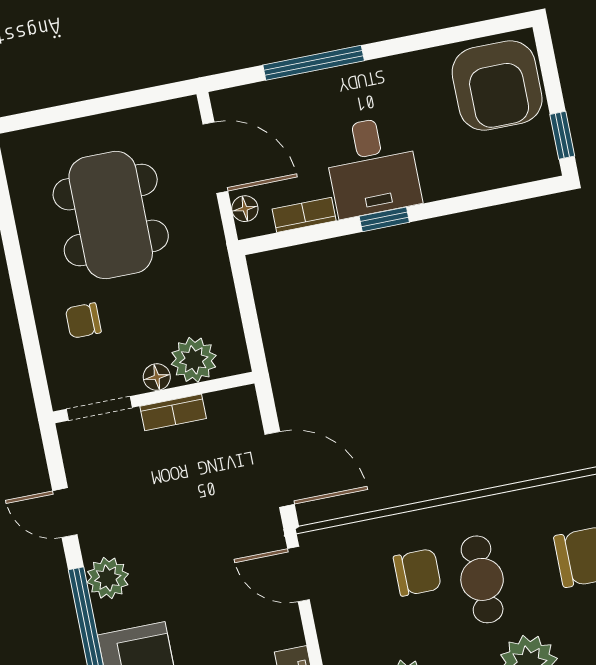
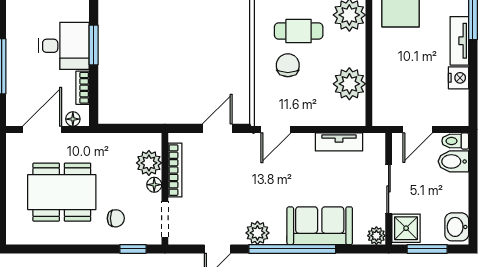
window: (384, 219) -> (94, 45), width x1.50
chair: (83, 320) -> (116, 218), turned -90
window: (35, 362) -> (133, 249), added
bookcase: (173, 412) -> (175, 170), width x1.56
door: (280, 469) -> (217, 128), width x0.73

